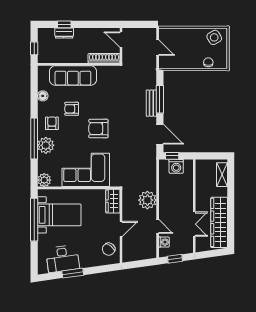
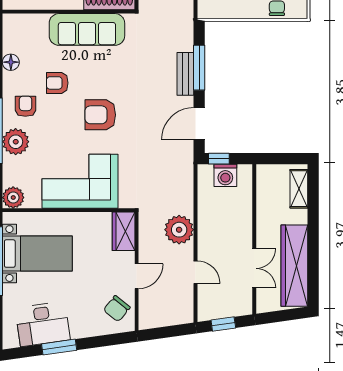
sofa: (73, 75) -> (87, 29), moved
door: (160, 134) -> (199, 124), swing flipped
washing machine: (164, 242) -> (206, 297), removed

